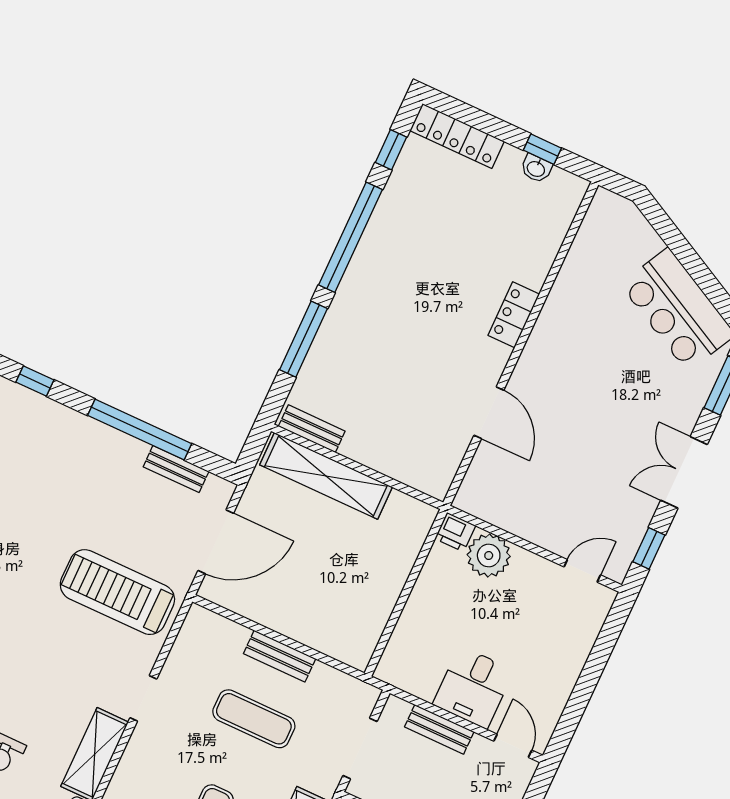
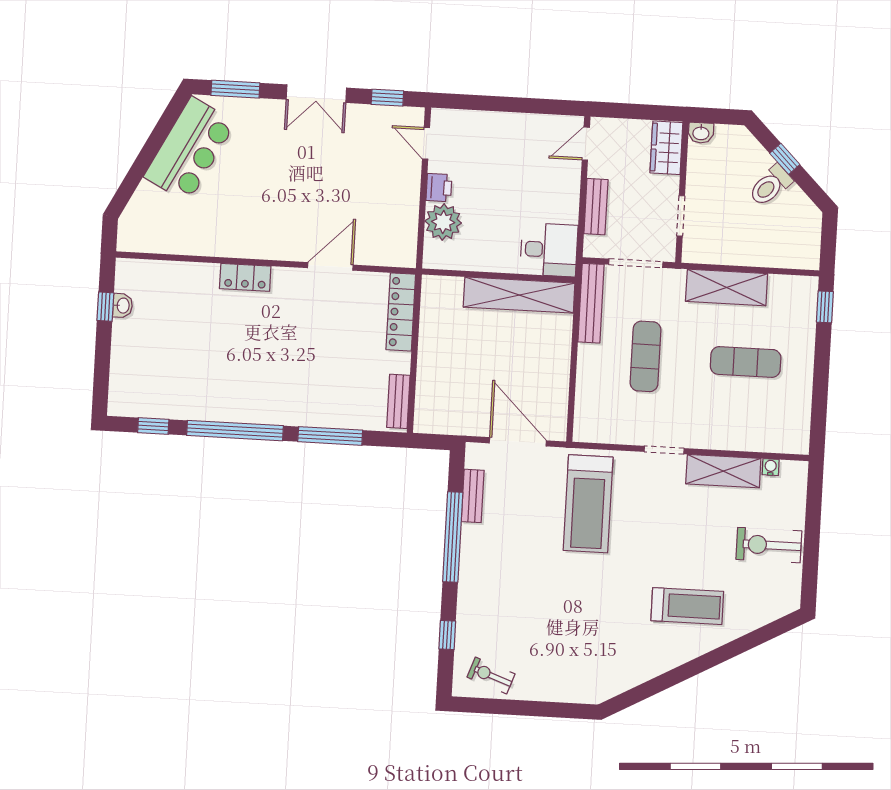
locker: (457, 136) -> (401, 312), moved, turned 180
shelving: (326, 476) -> (519, 295), moved, turned 90
printer: (455, 532) -> (439, 188), moved
bench: (280, 656) -> (591, 303), moved, width x1.36
desk: (473, 687) -> (549, 250), moved

